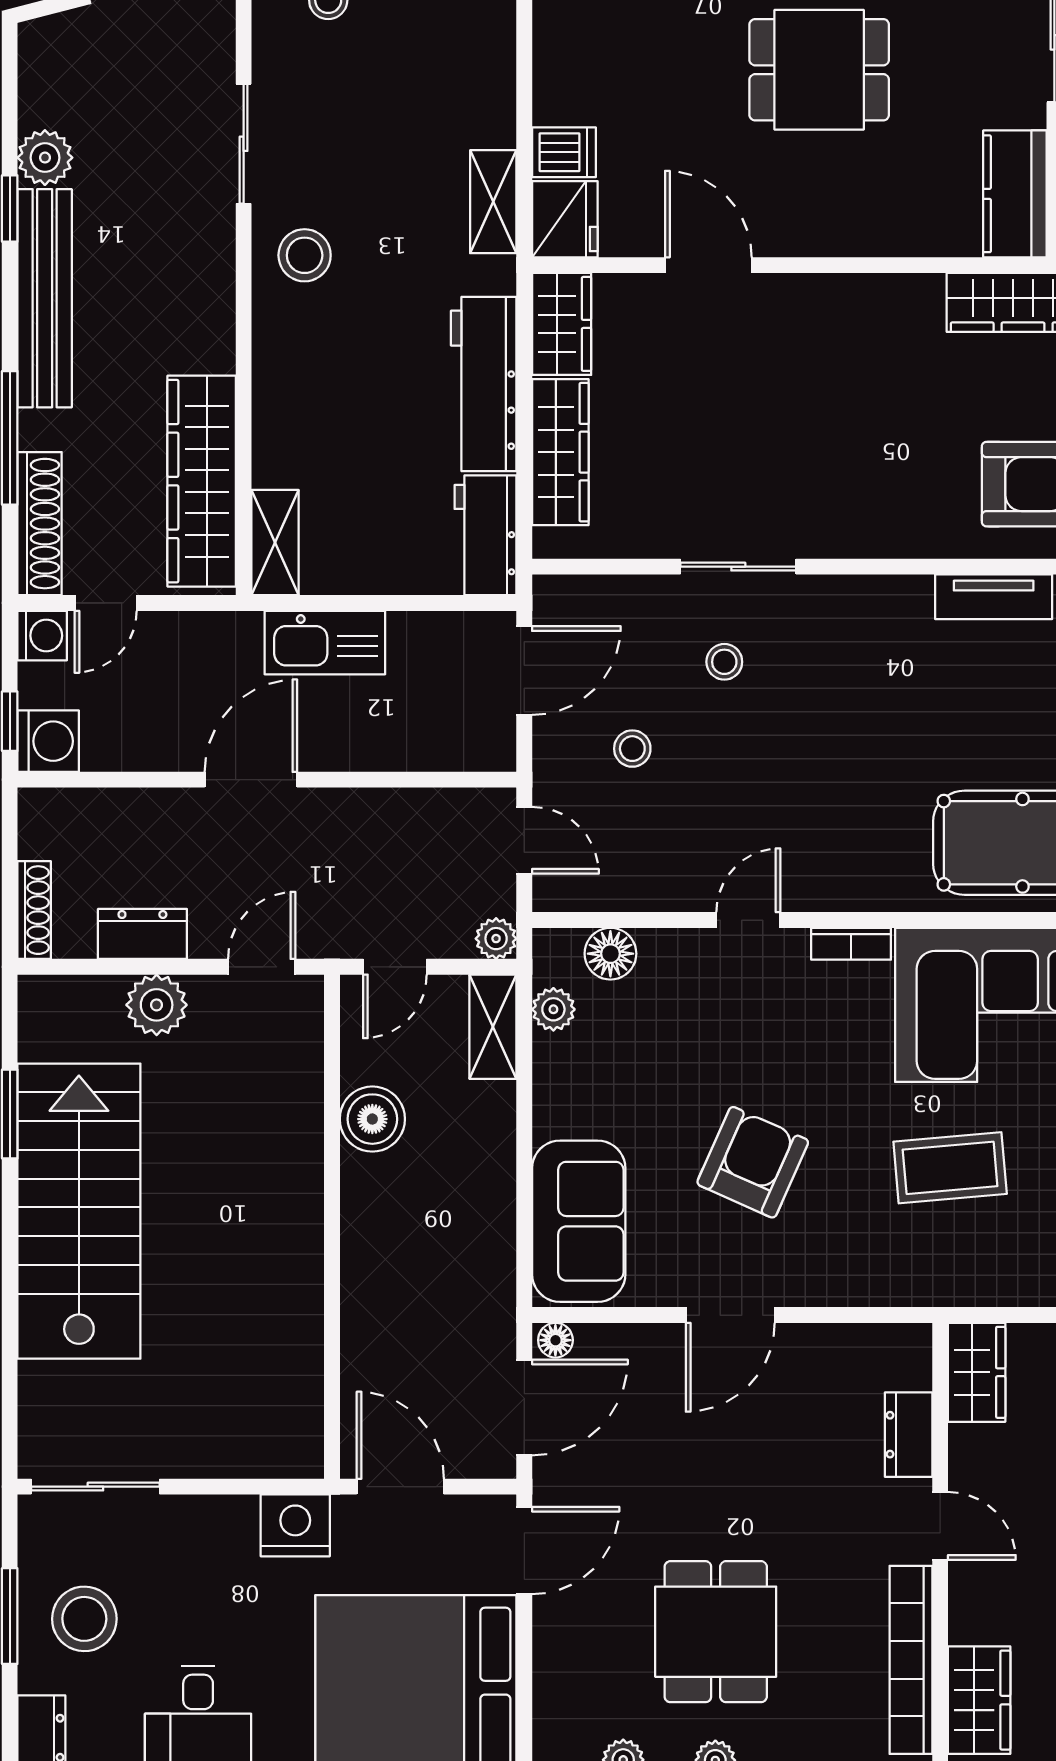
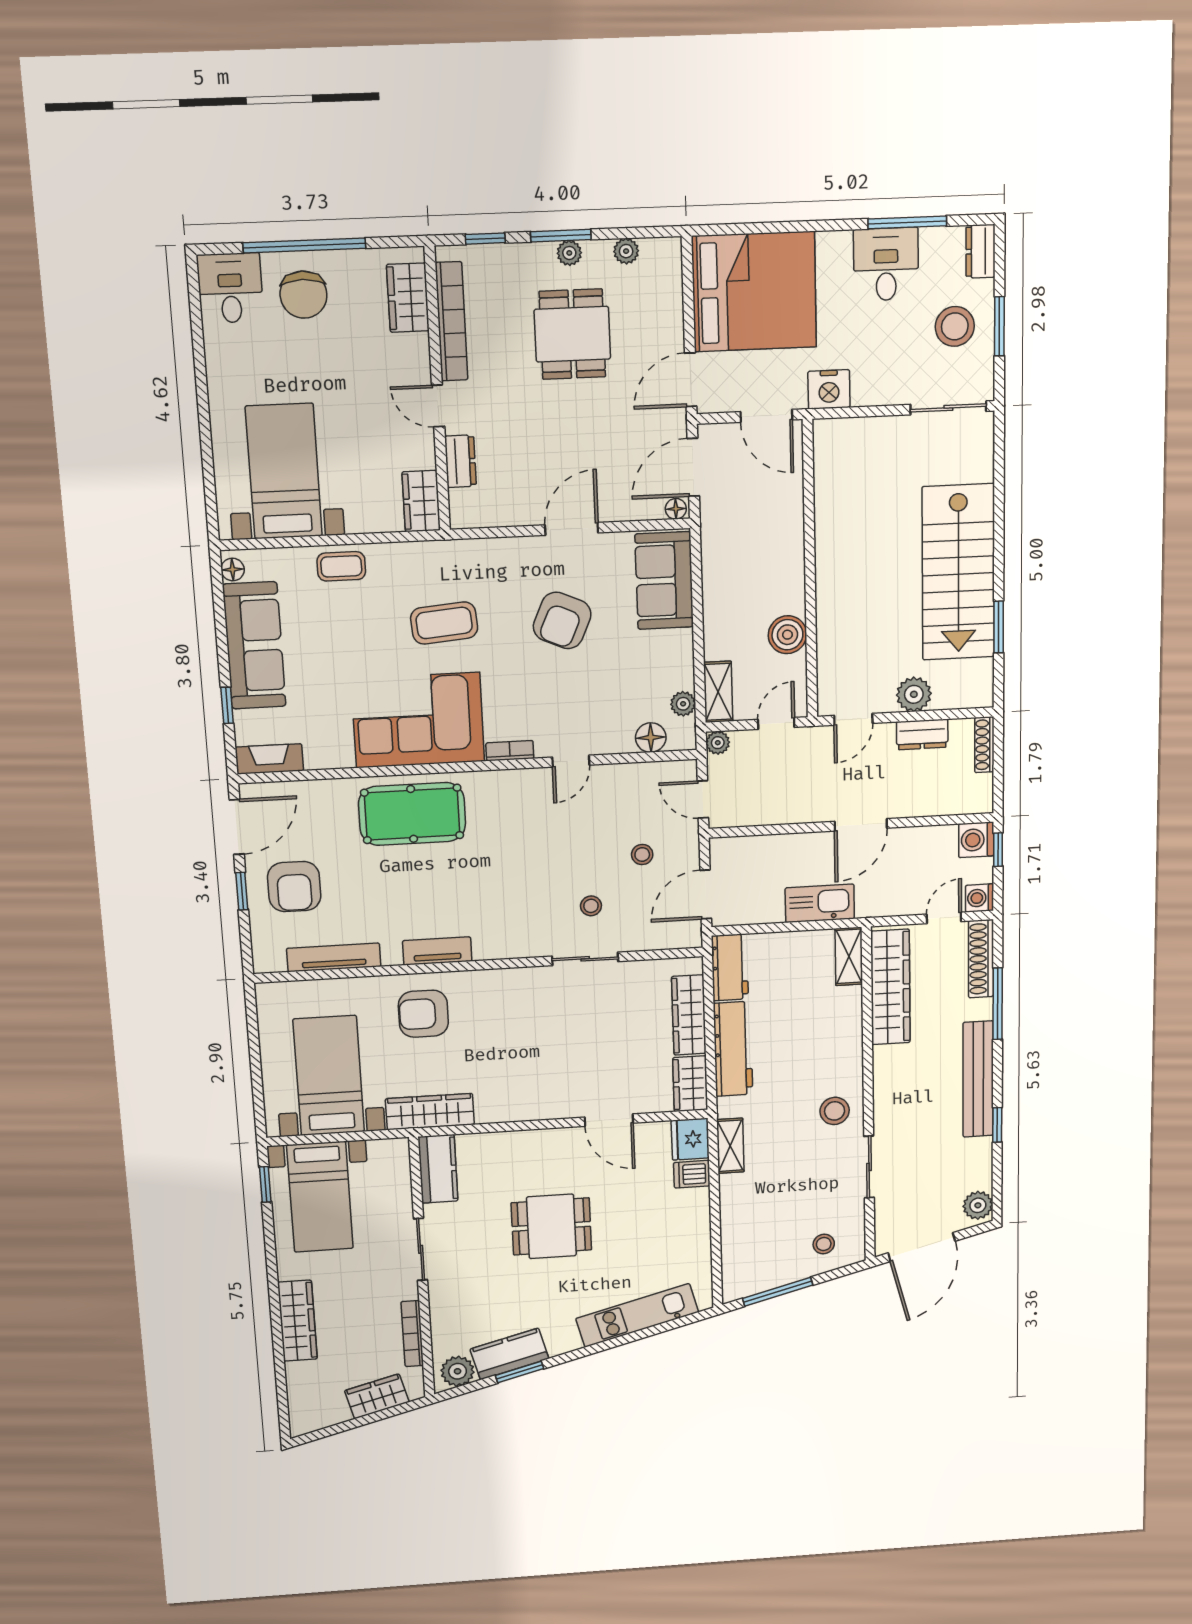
plant: (45, 158) -> (978, 1205), moved

